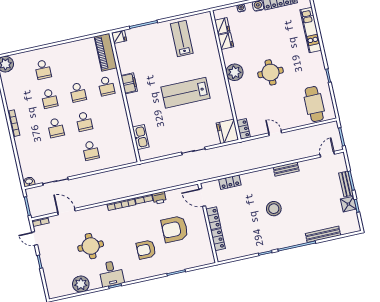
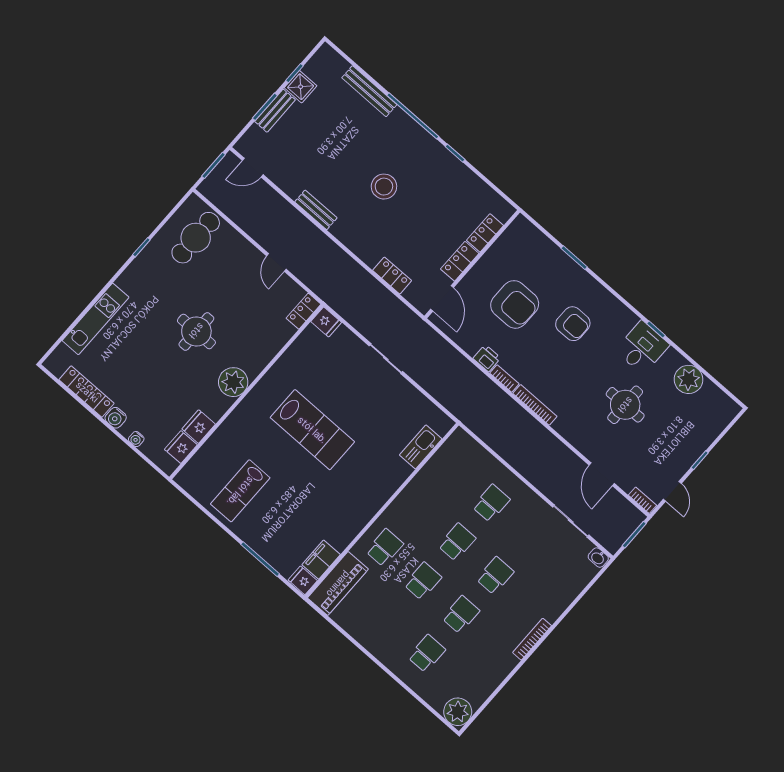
filing cabinet: (129, 83) -> (321, 560), moved
fridge: (227, 131) -> (326, 322), width x0.53, depth x0.75

